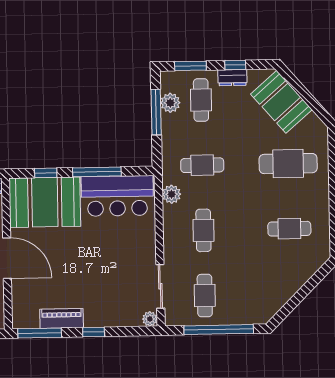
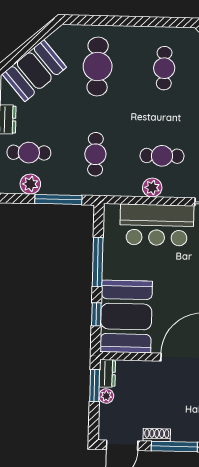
window: (156, 112) -> (58, 199), moved
plant: (172, 194) -> (152, 188), moved
bar counter: (117, 196) -> (157, 225), moved, turned 90

